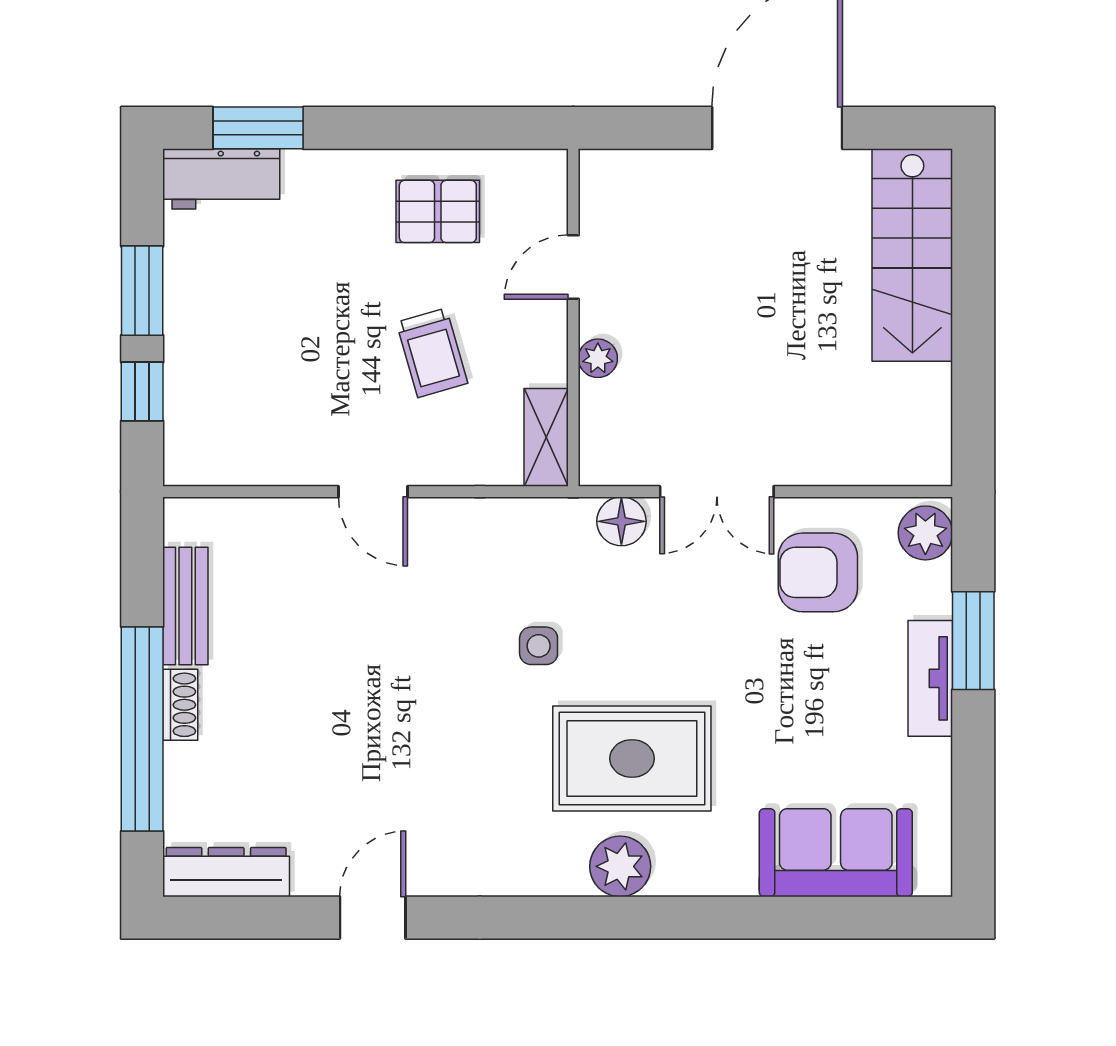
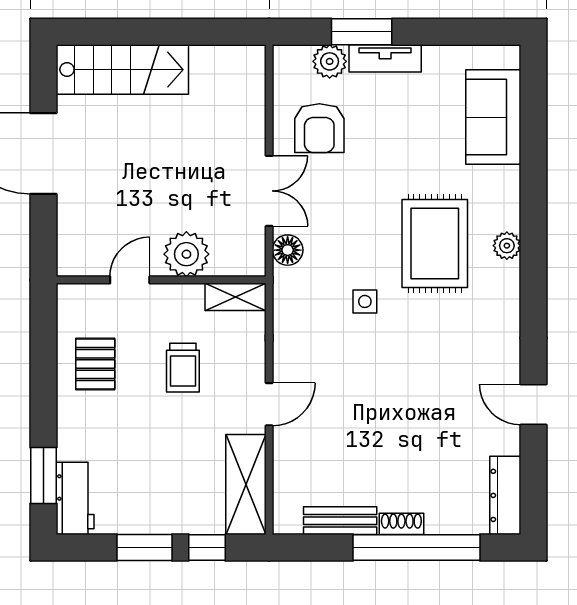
door: (573, 267) -> (130, 280), swing flipped
trolley: (432, 353) -> (183, 368), turned 106
plant: (598, 358) -> (186, 254), width x1.87, depth x1.87
shelving: (244, 454) -> (246, 485), added
plant: (925, 533) -> (330, 61), moved
plant: (620, 866) -> (507, 246), width x0.73, depth x0.73

